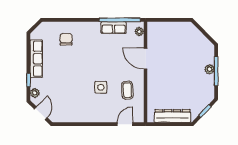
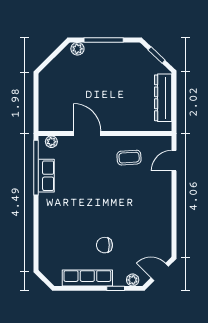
chair: (66, 39) -> (104, 245), moved
door: (146, 59) -> (87, 133), swing flipped
plant: (210, 69) -> (77, 49), moved
side table: (101, 87) -> (125, 193), removed
door: (125, 124) -> (174, 161), hinge flipped

